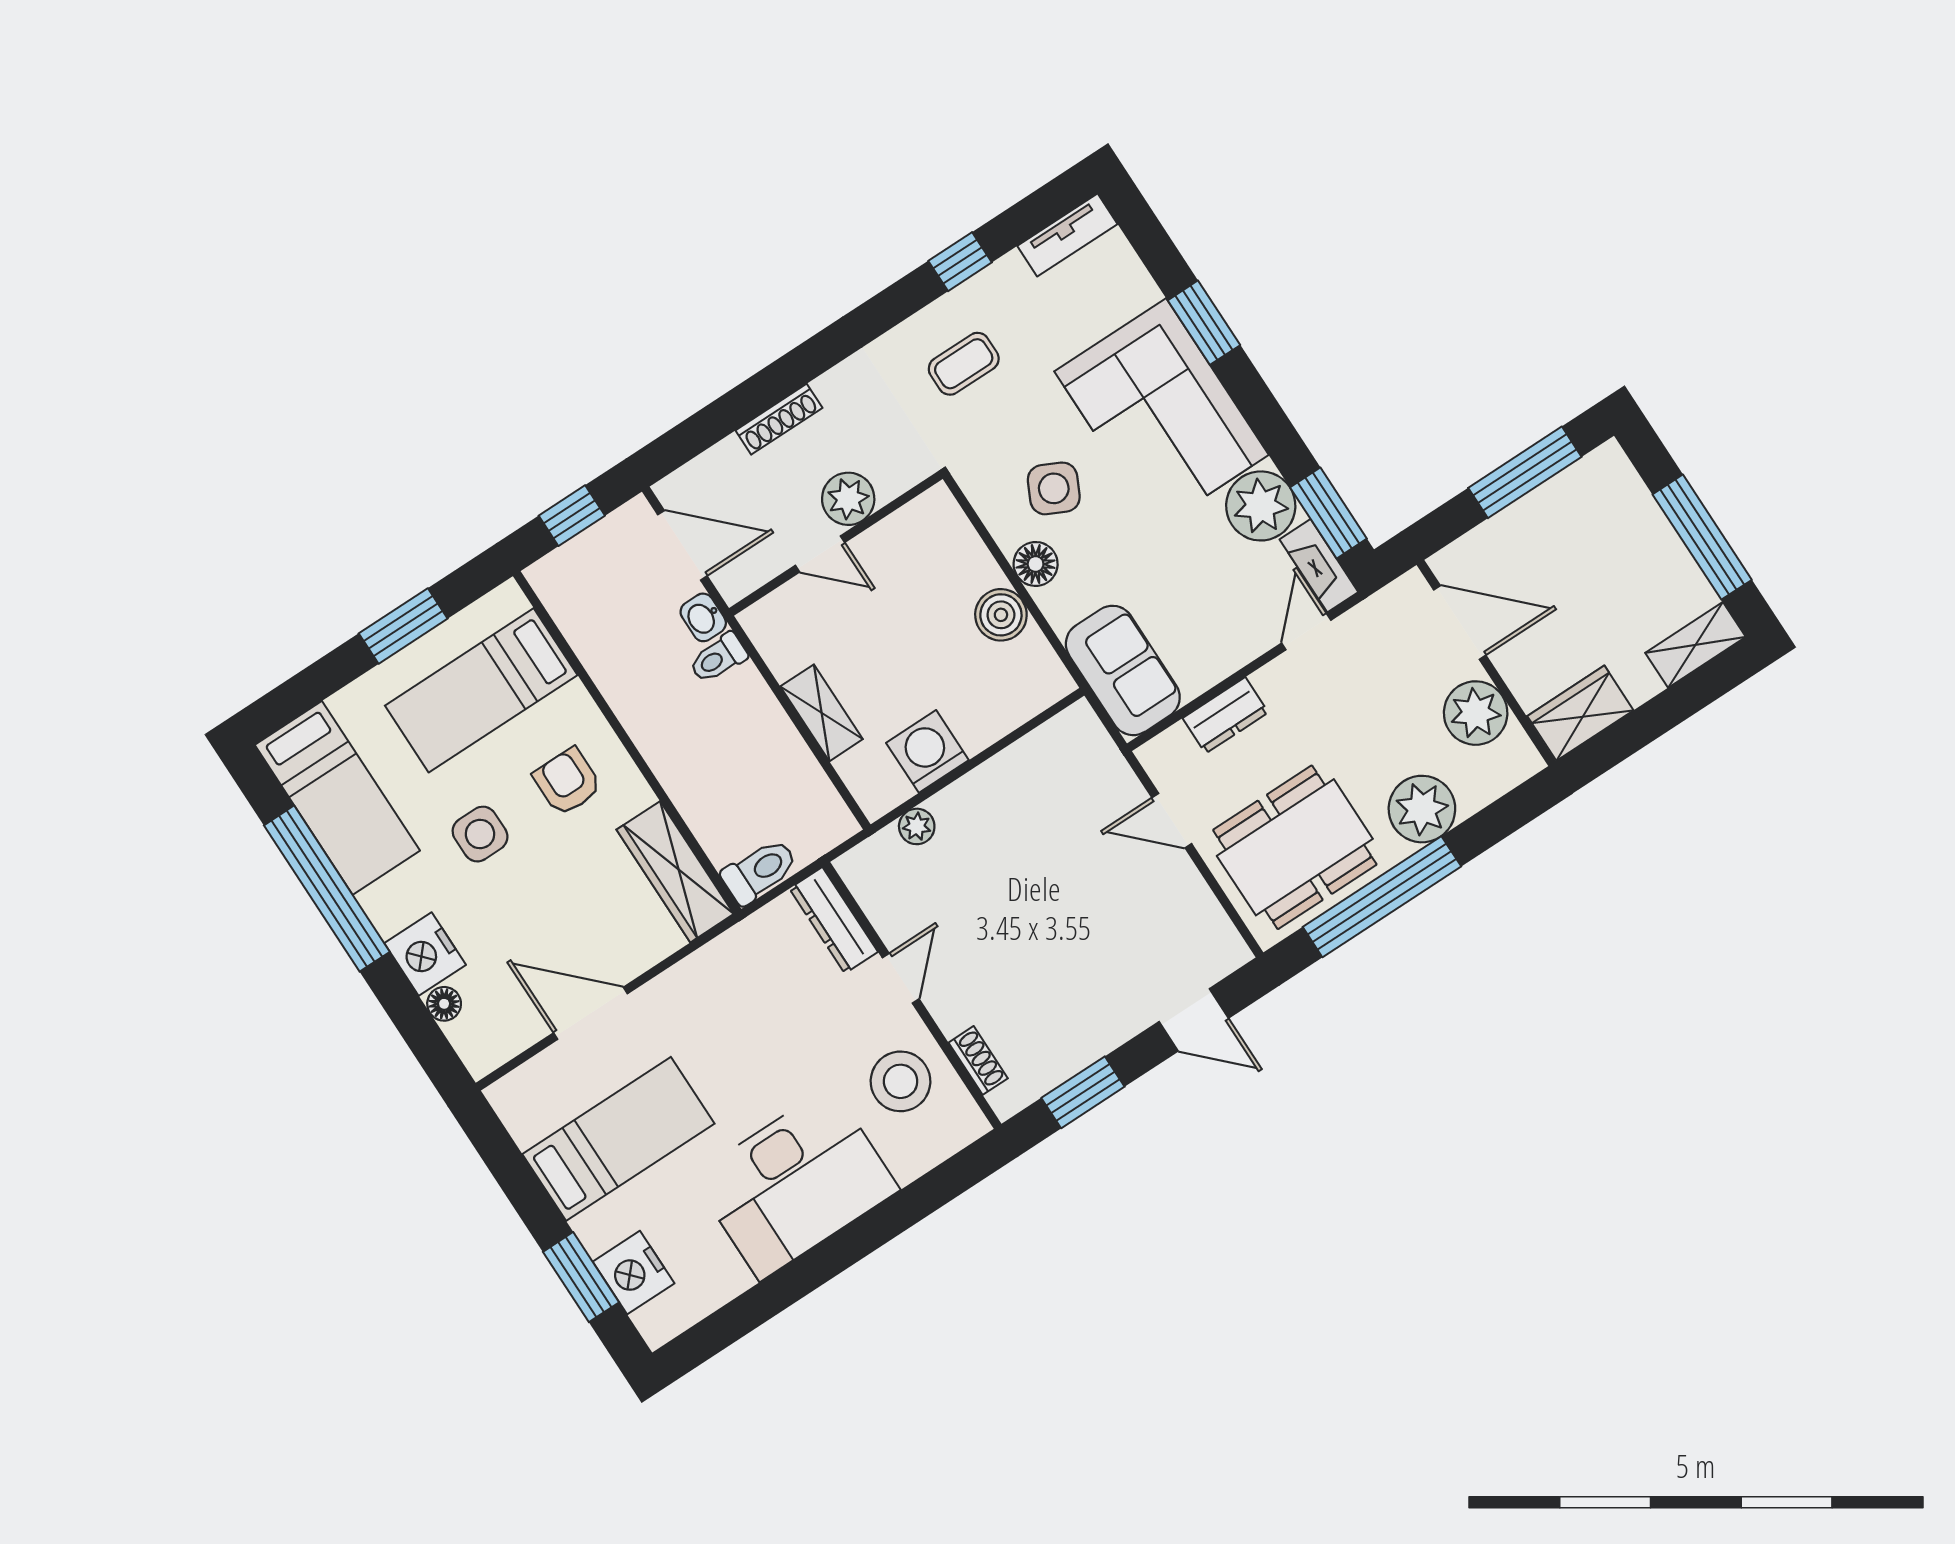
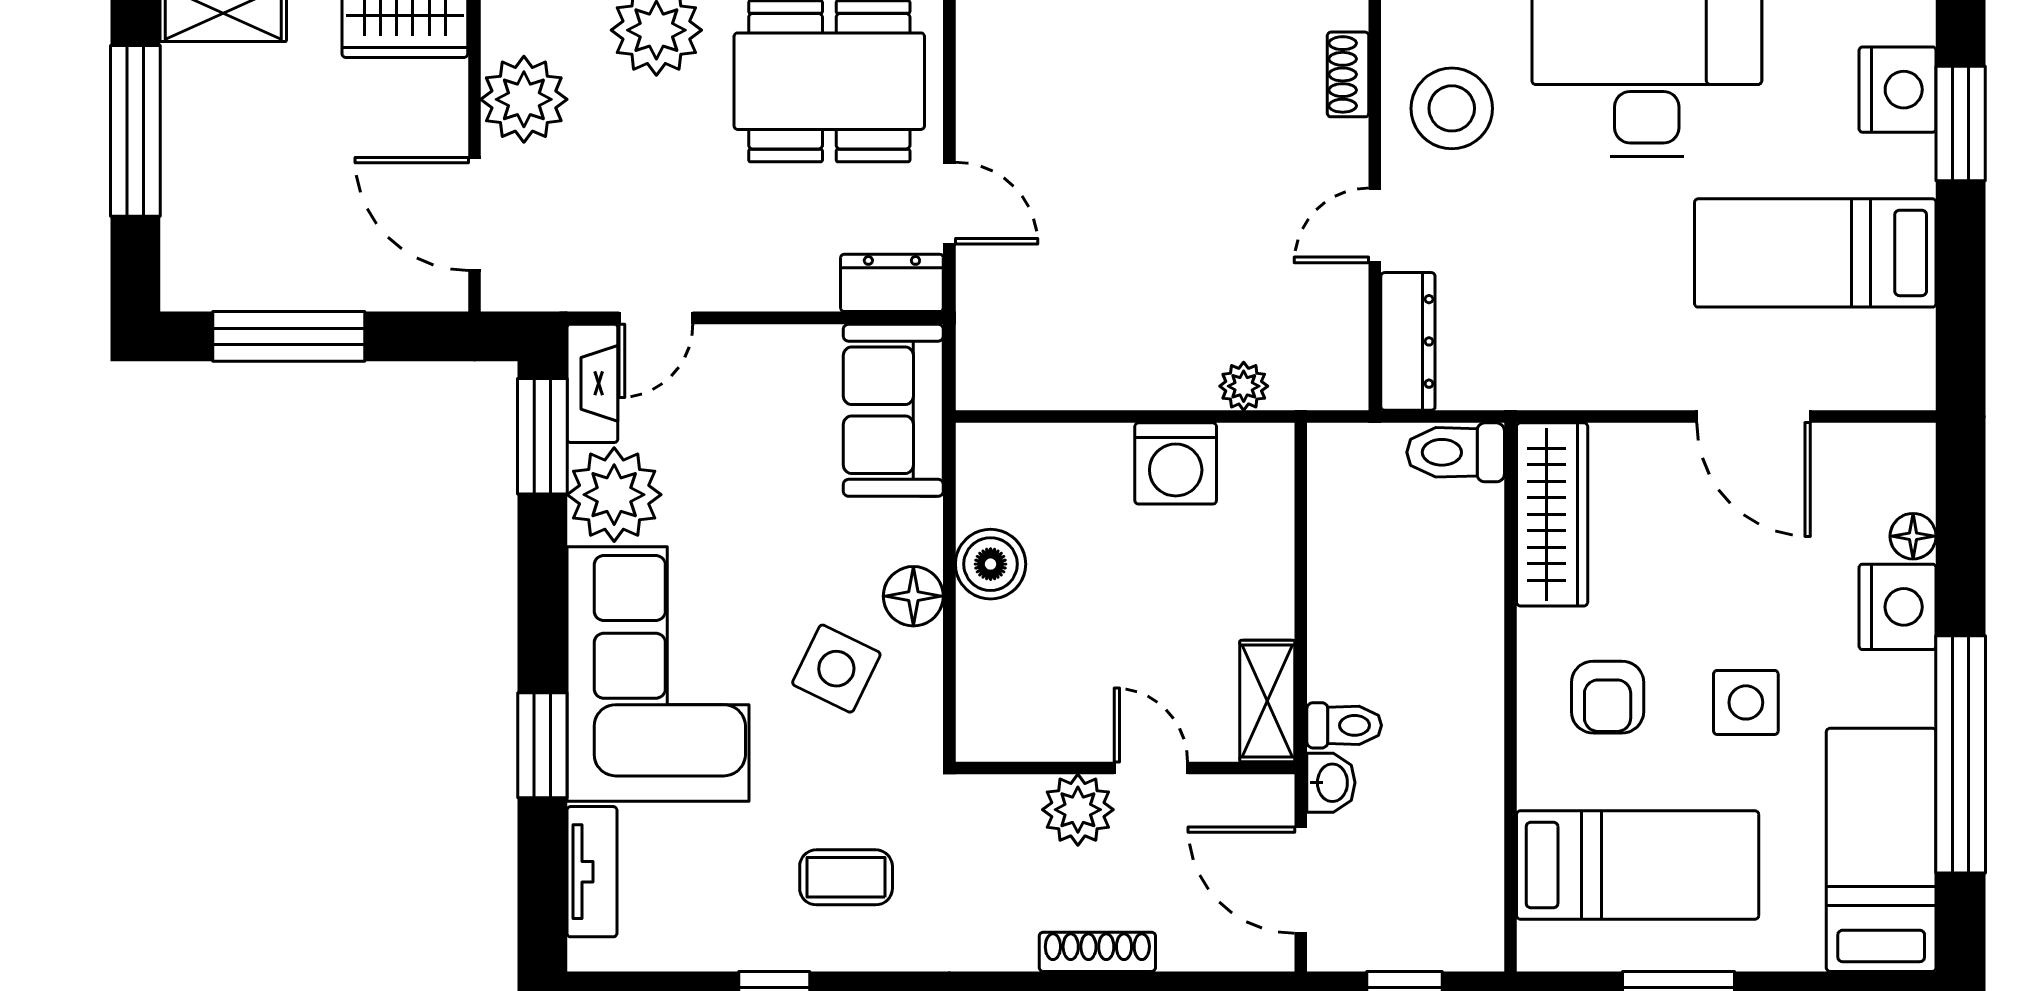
tv unit: (1067, 235) -> (592, 872), moved, turned 90
shelving: (822, 713) -> (1267, 701), moved
dresser: (1225, 715) -> (892, 283), moved

